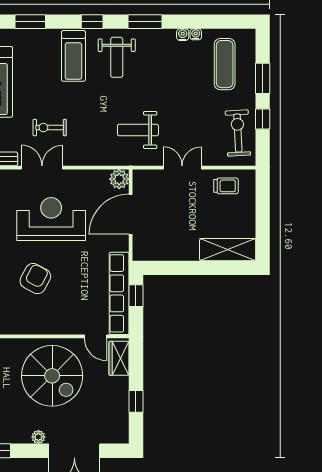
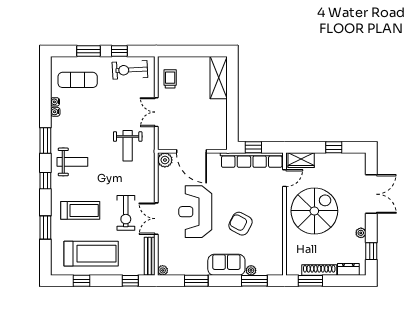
treadmill: (73, 56) -> (80, 210), moved
exercise bike: (50, 128) -> (126, 213), width x1.38, depth x1.39
plant: (38, 437) -> (361, 233), moved

